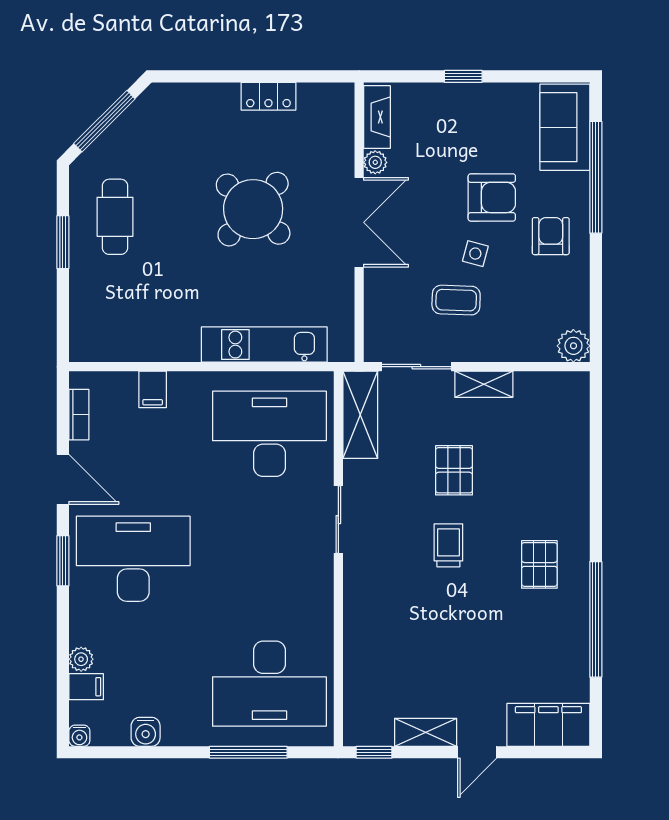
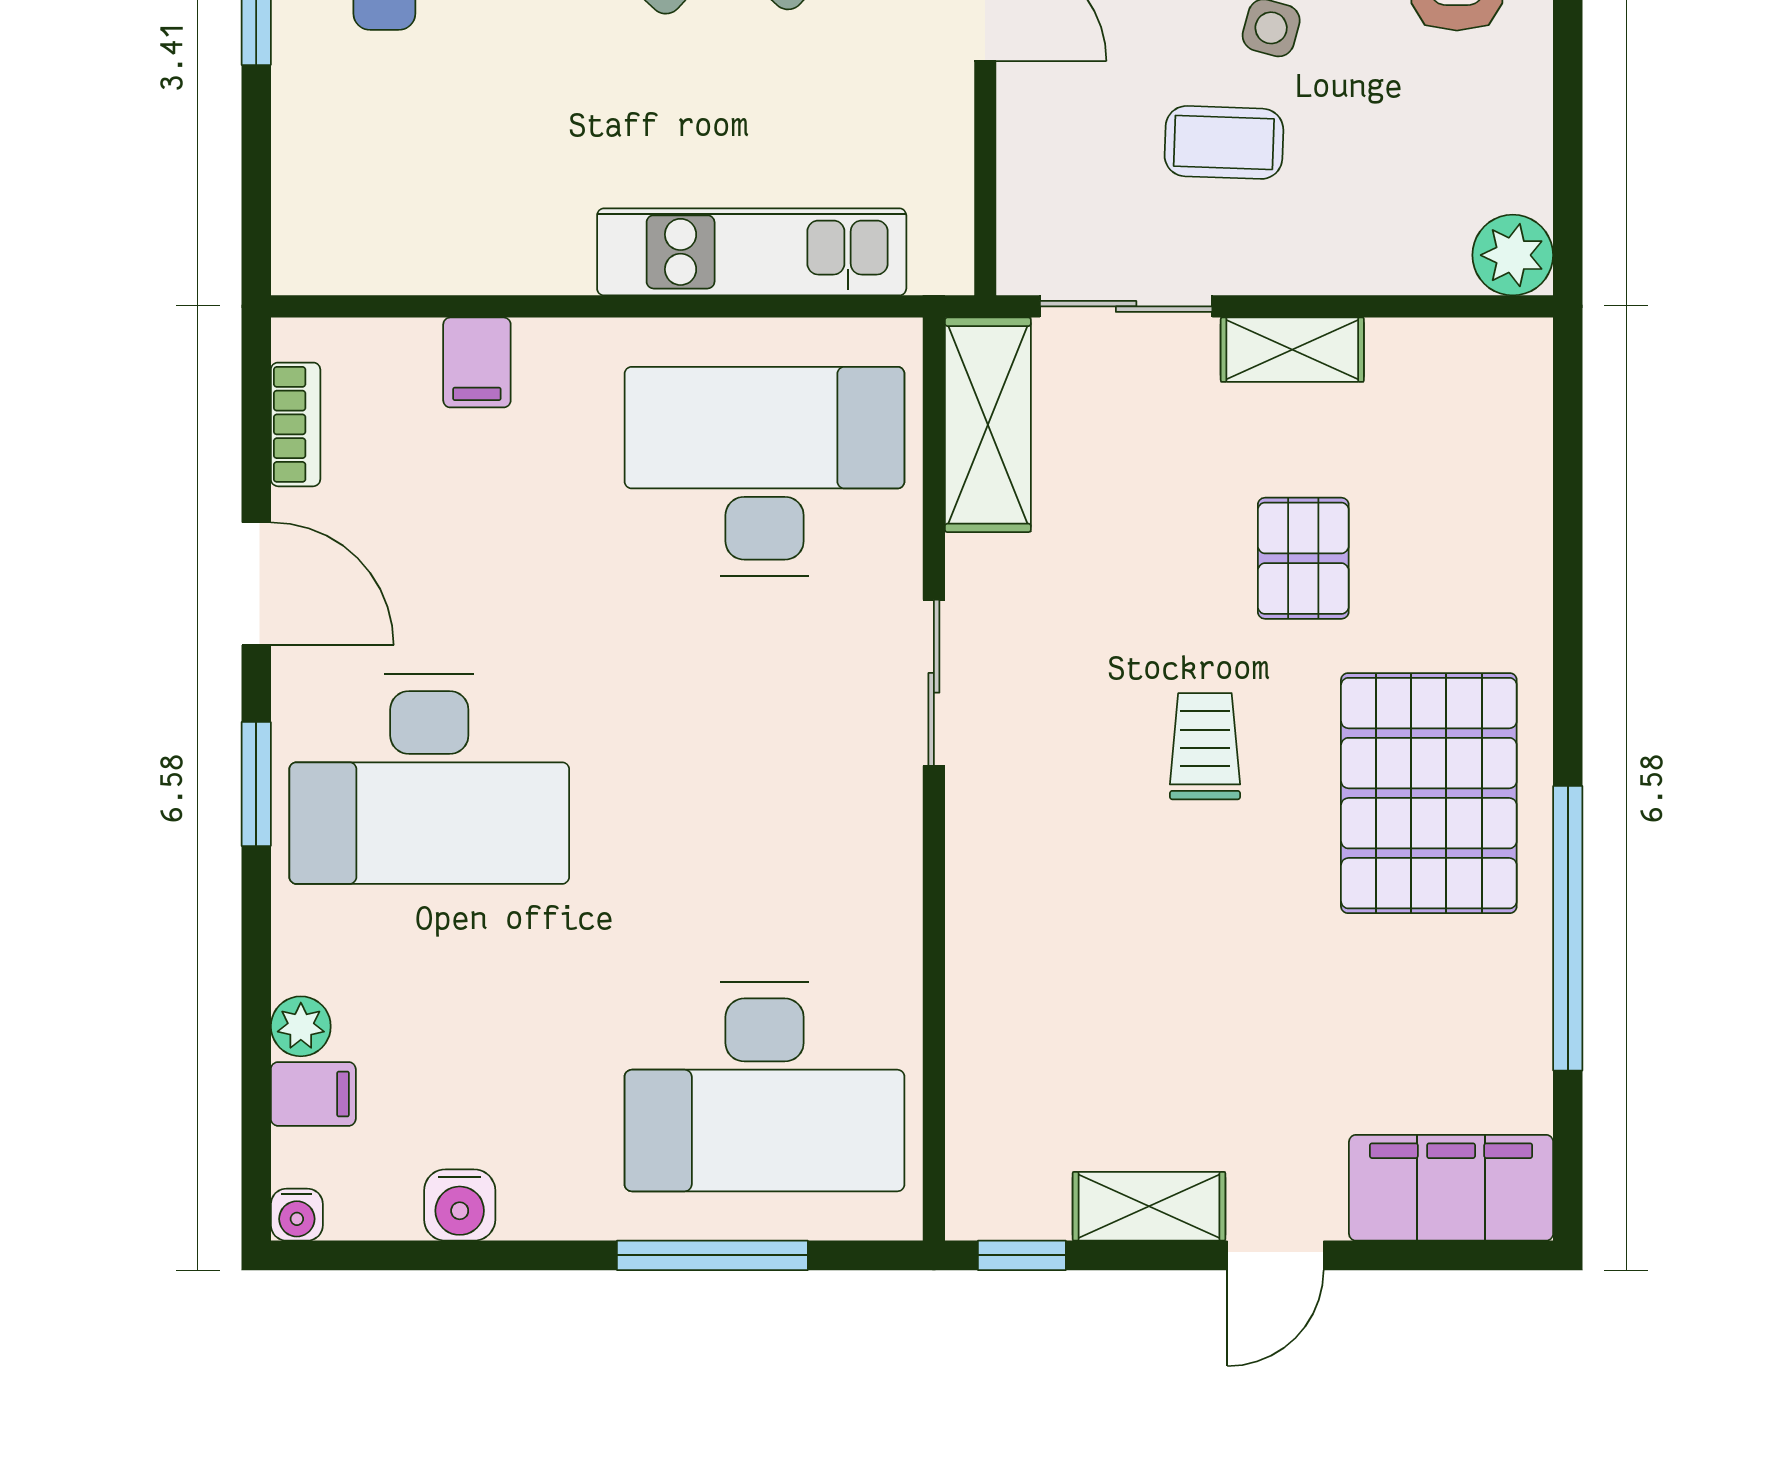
pallet: (454, 470) -> (1303, 558), moved
desk: (133, 559) -> (429, 779), turned 180
pallet: (539, 564) -> (1429, 793), width x2.05, depth x2.00

